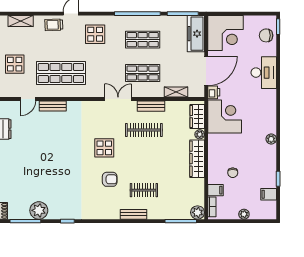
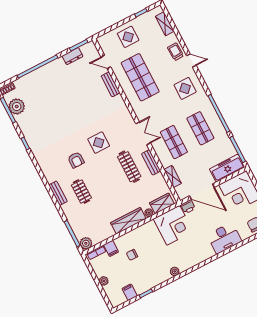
plant: (39, 210) -> (17, 106), moved

